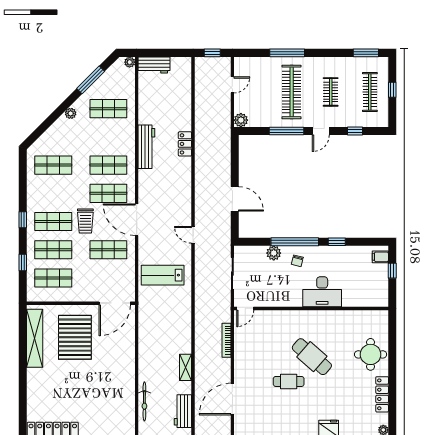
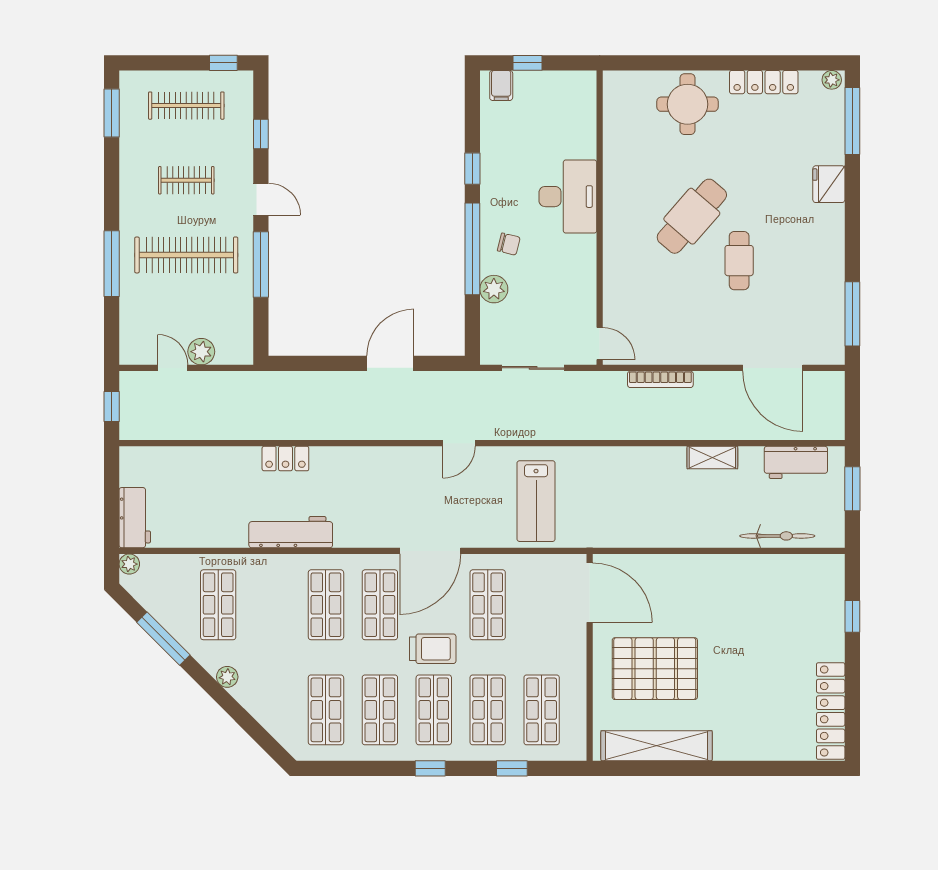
window: (392, 90) -> (223, 63), moved
plant: (241, 120) -> (201, 352), moved
shop shelf: (53, 193) -> (380, 710), added

